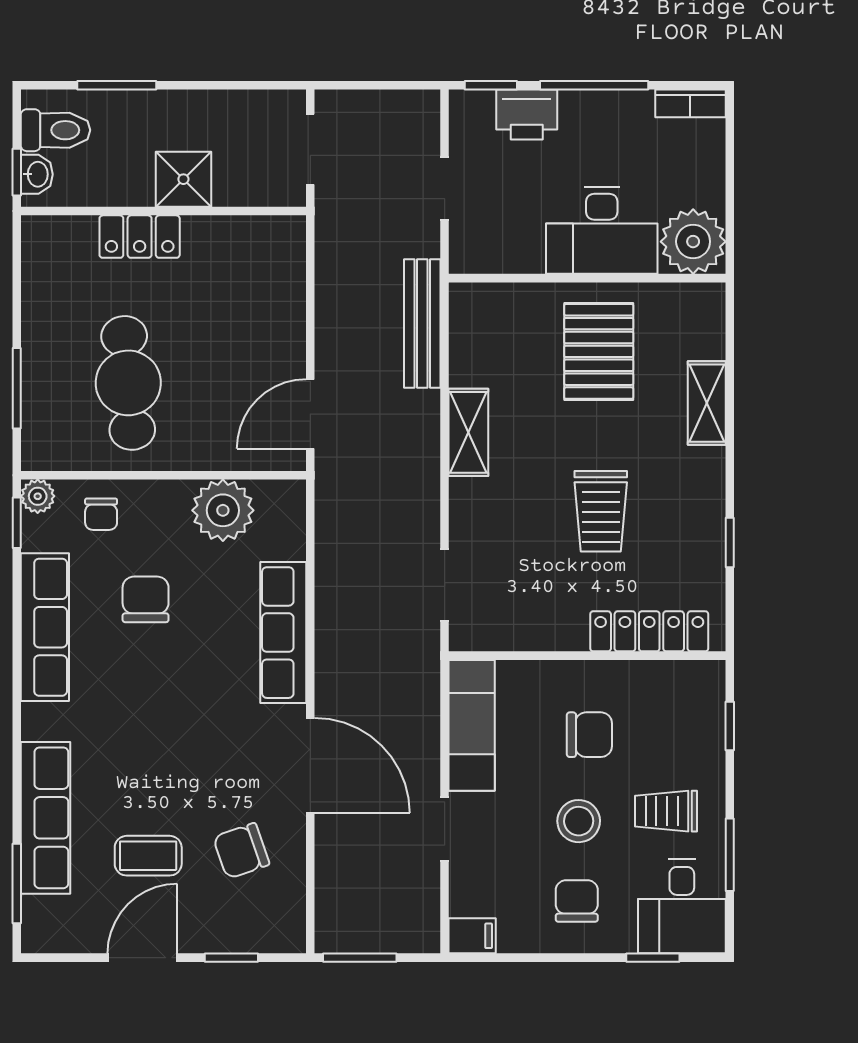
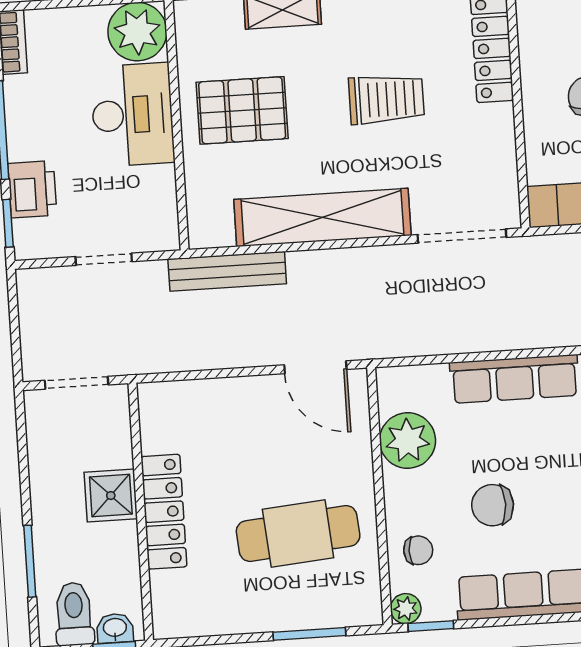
locker: (140, 237) -> (164, 512), width x1.53
shelving: (468, 432) -> (322, 217), width x2.20, depth x1.33
doorway: (445, 585) -> (462, 236), width x1.38

